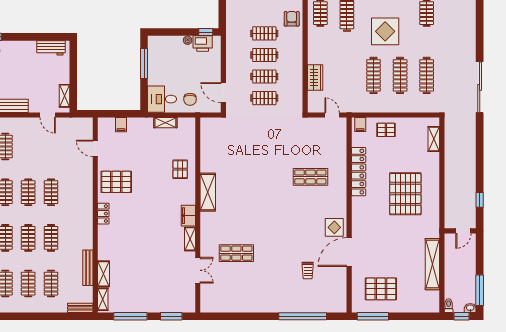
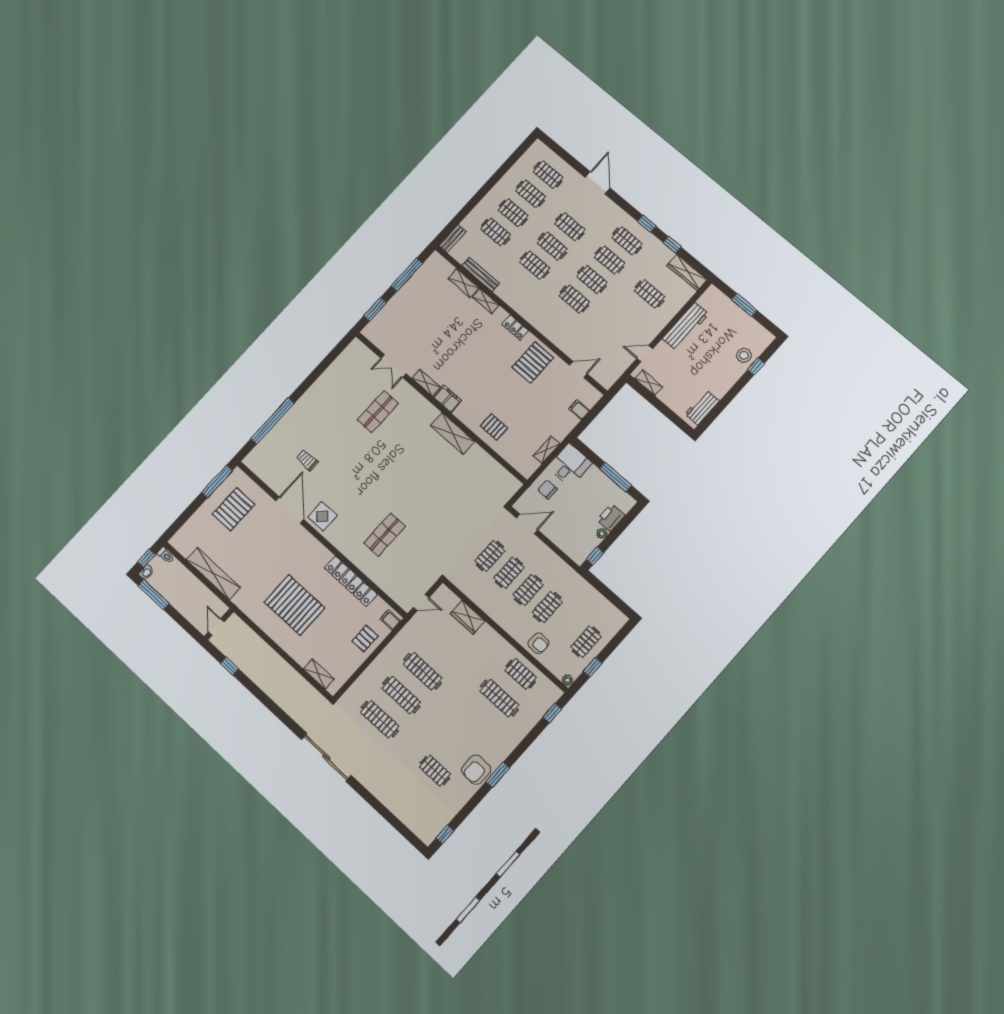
display table: (385, 31) -> (452, 718), removed
printer: (203, 44) -> (611, 518), moved
shelving: (103, 299) -> (486, 301), moved

